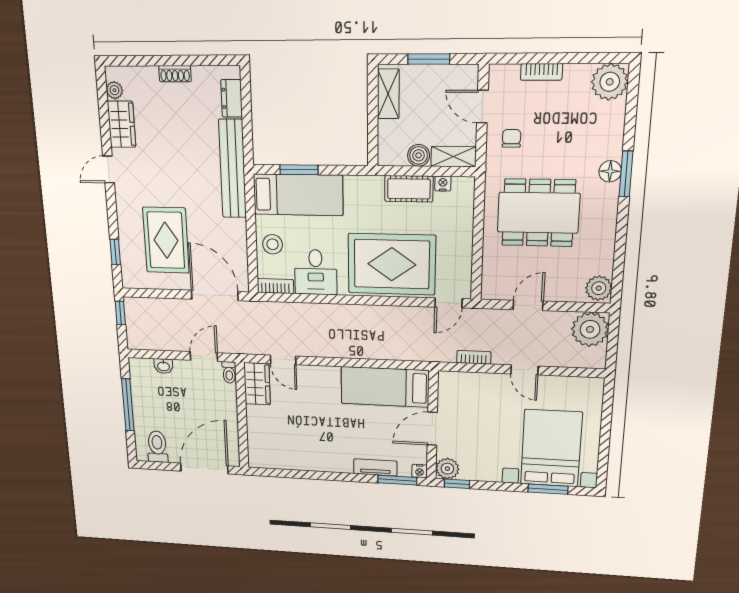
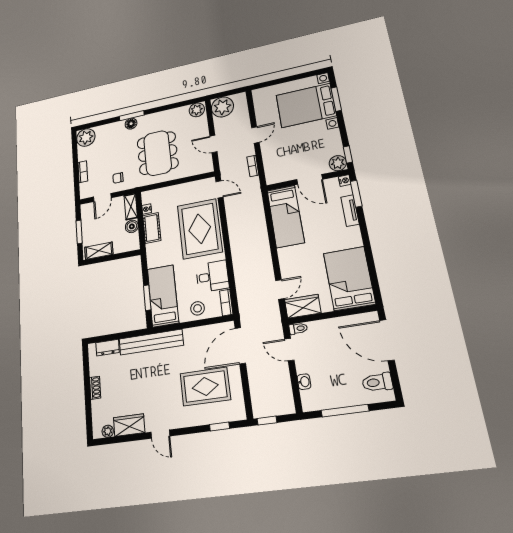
bed: (285, 446) -> (349, 278), added

